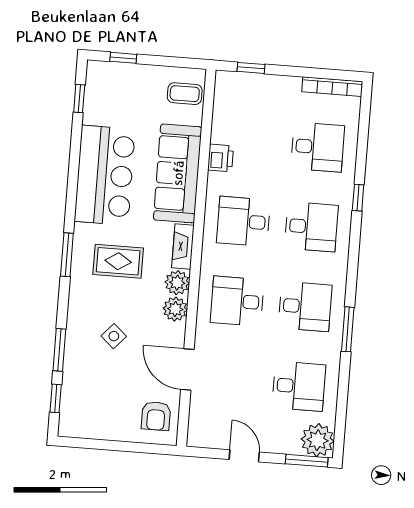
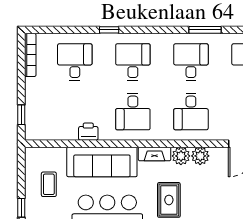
coffee table: (185, 94) -> (49, 184), moved
side table: (114, 336) -> (223, 199), removed

